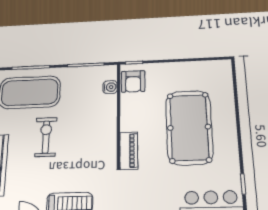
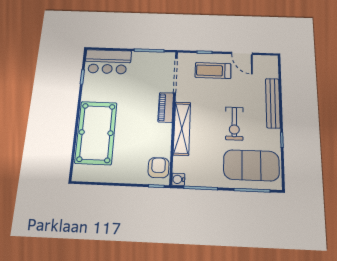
water cooler: (110, 87) -> (178, 179), moved
shelving: (108, 127) -> (182, 128), added
pool table: (189, 127) -> (96, 133), moved

